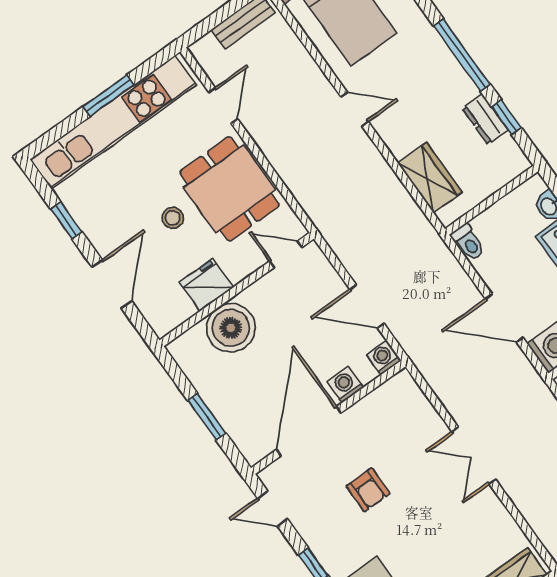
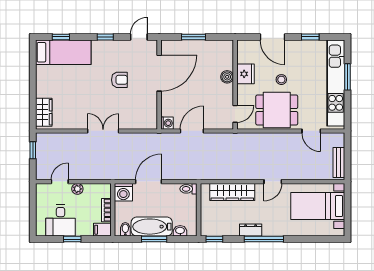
window: (109, 96) -> (347, 77), moved
window: (507, 117) -> (214, 239), moved
dresser: (485, 119) -> (251, 230), moved
wardrobe: (430, 178) -> (232, 192), width x1.50
boiler: (231, 328) -> (227, 77), width x0.54, depth x0.54
washing machine: (345, 385) -> (167, 100), removed
door: (309, 431) -> (159, 73), hinge flipped
armchair: (368, 490) -> (119, 80), turned 180

